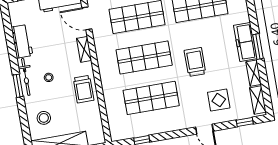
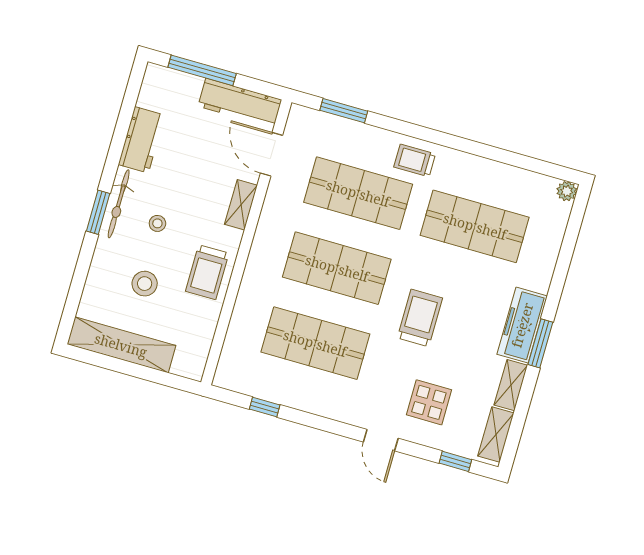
stool: (44, 118) -> (145, 284), moved

